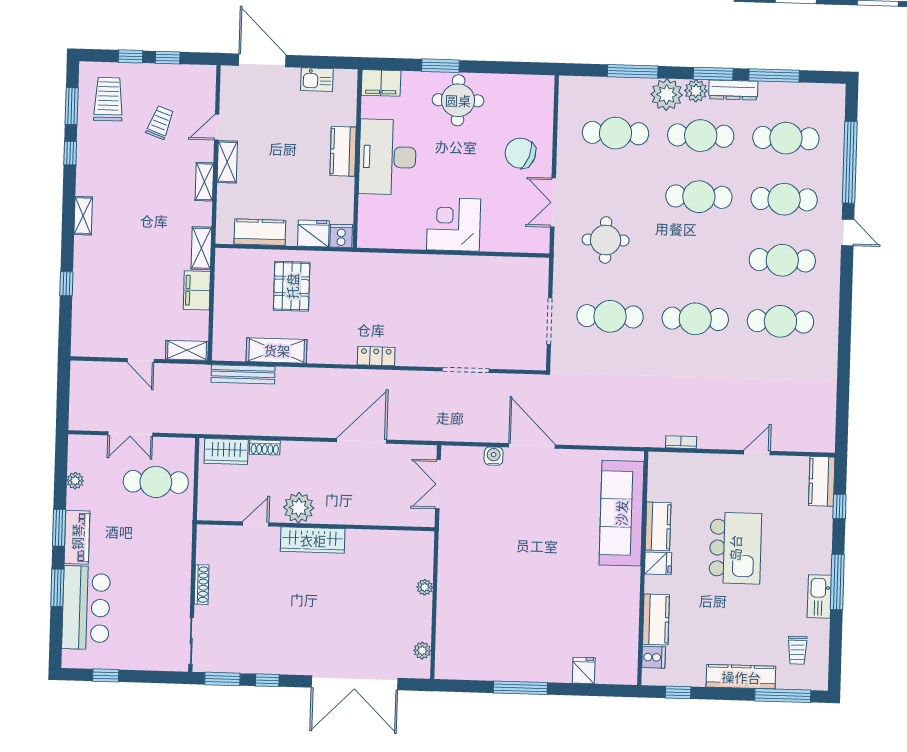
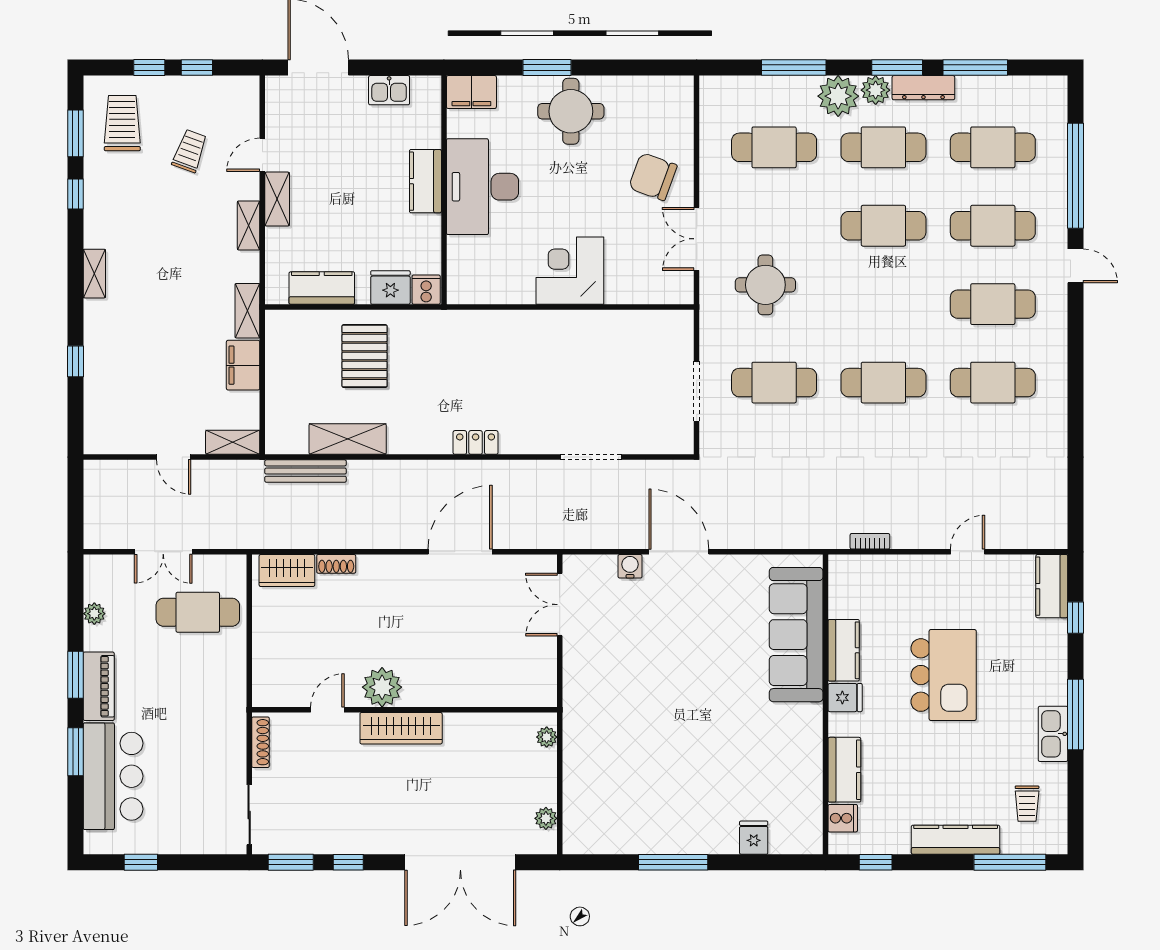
plant: (299, 508) -> (382, 687), moved
door: (256, 524) -> (327, 710), moved
wall: (316, 526) -> (404, 710), moved
wardrobe: (313, 540) -> (401, 728), moved

